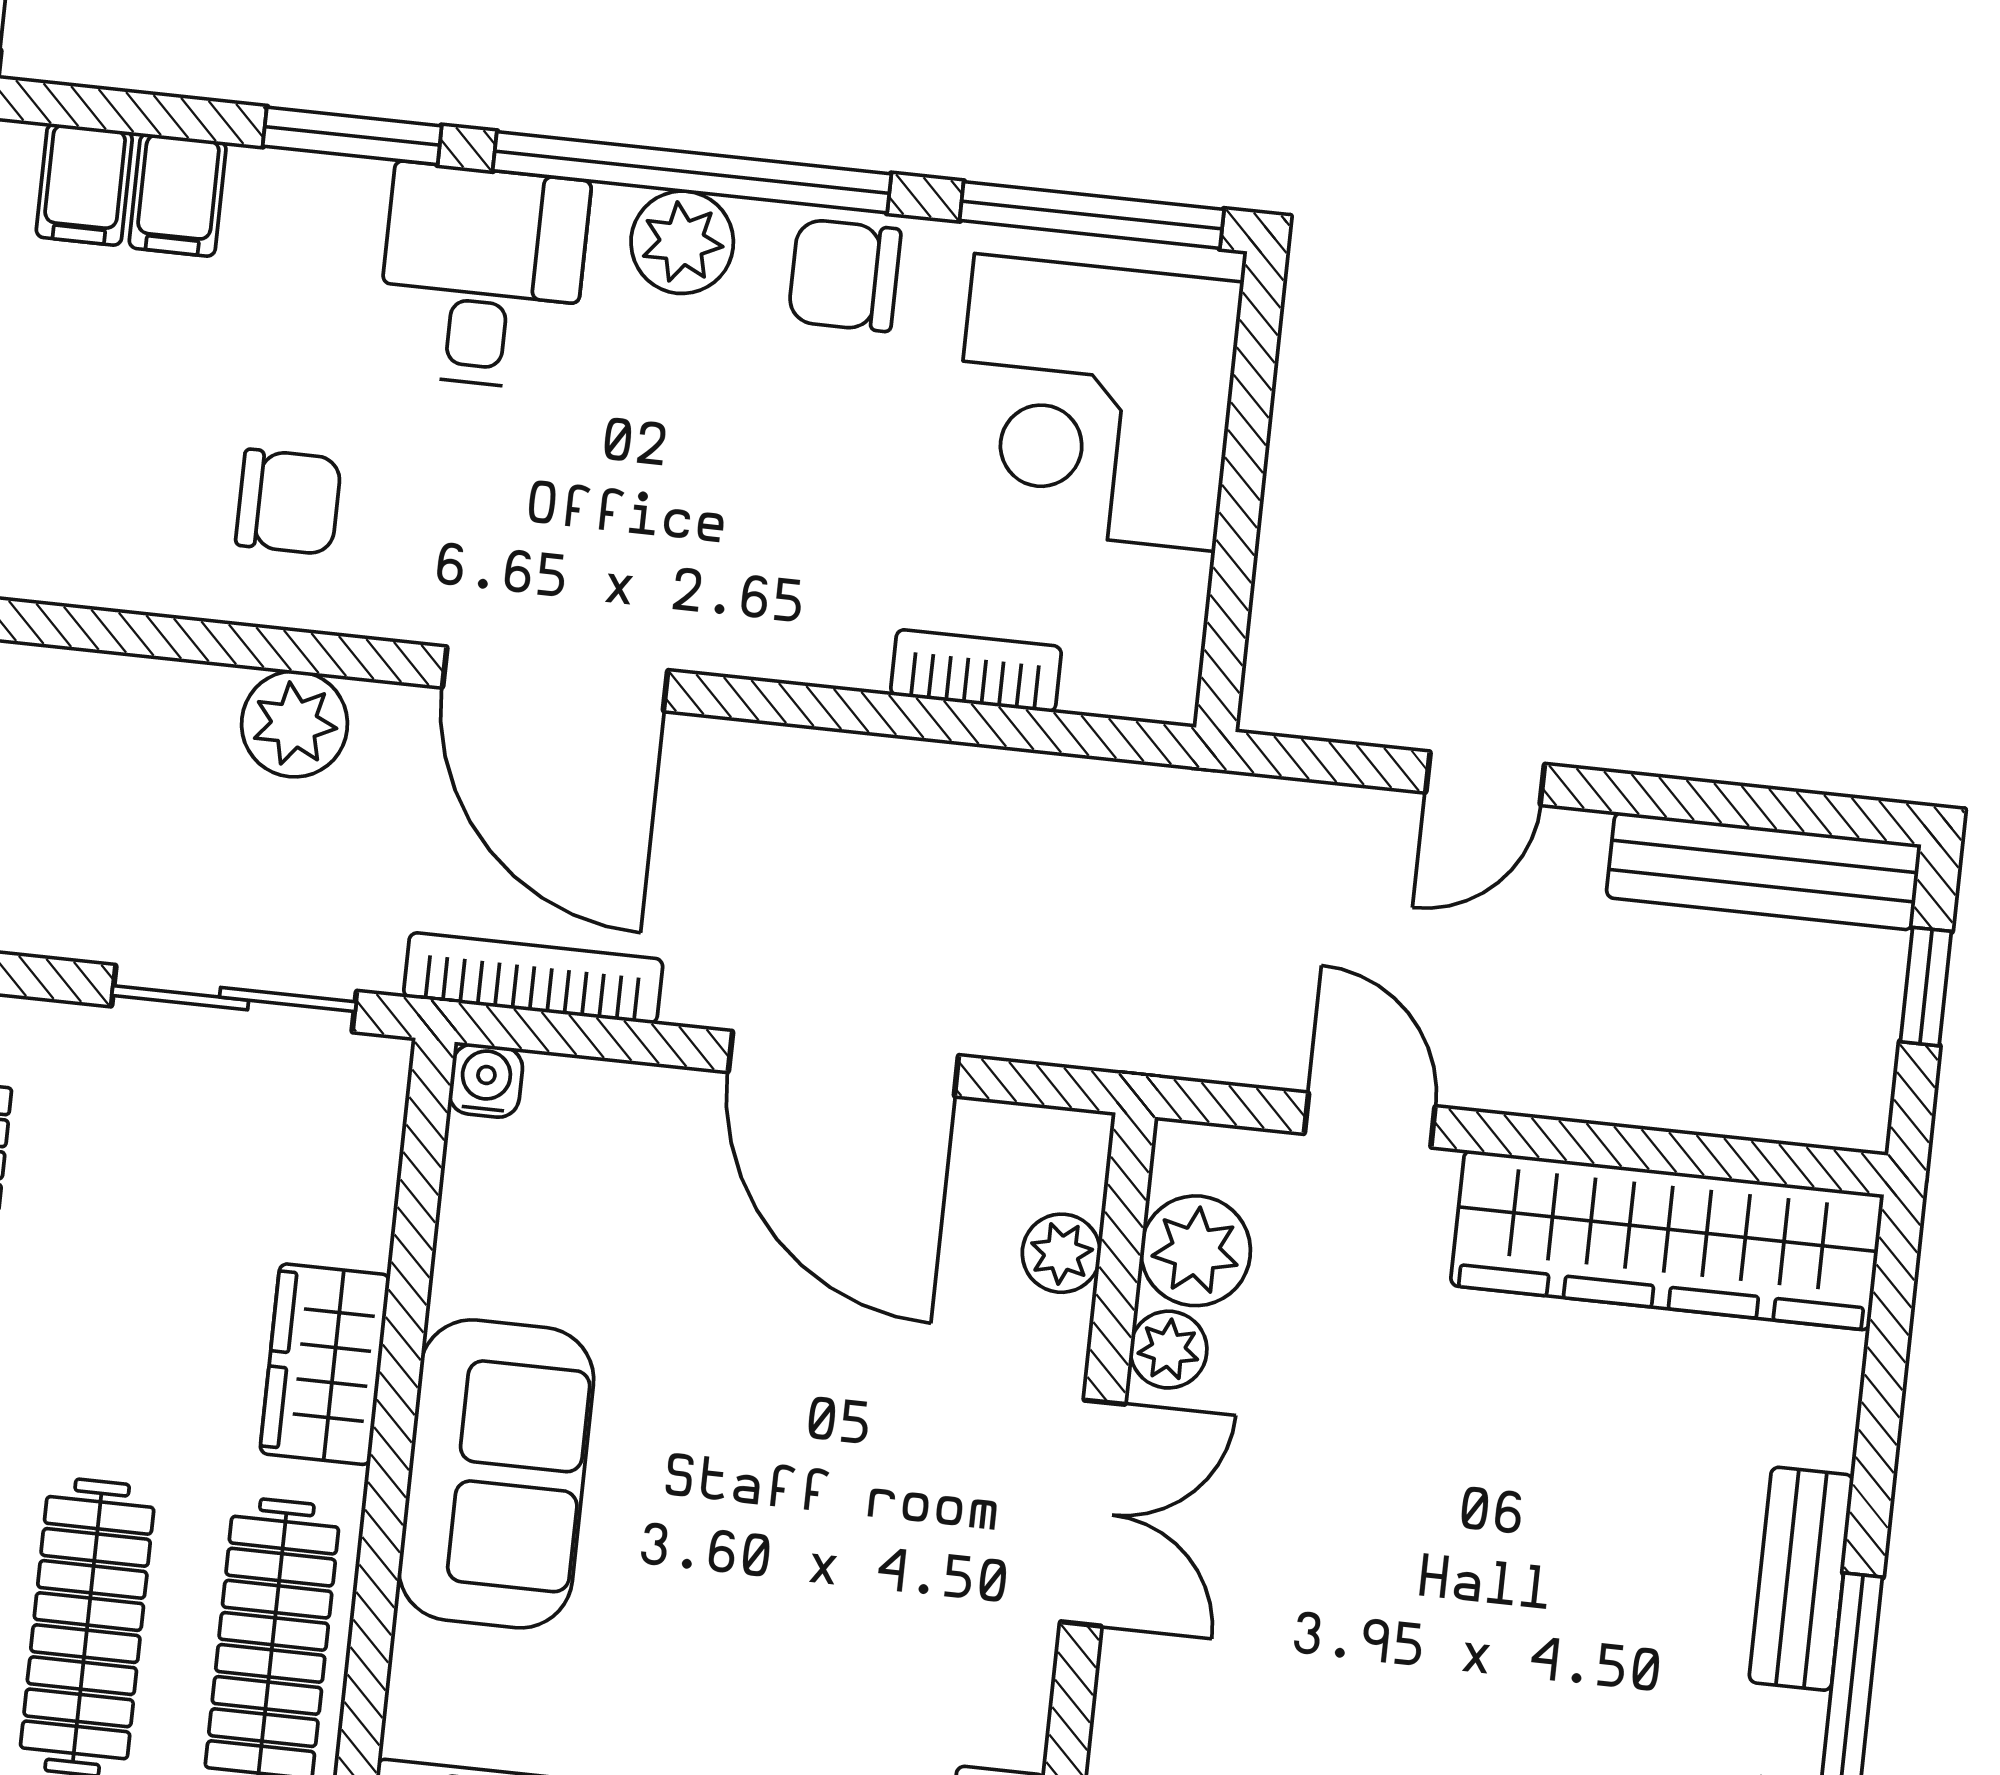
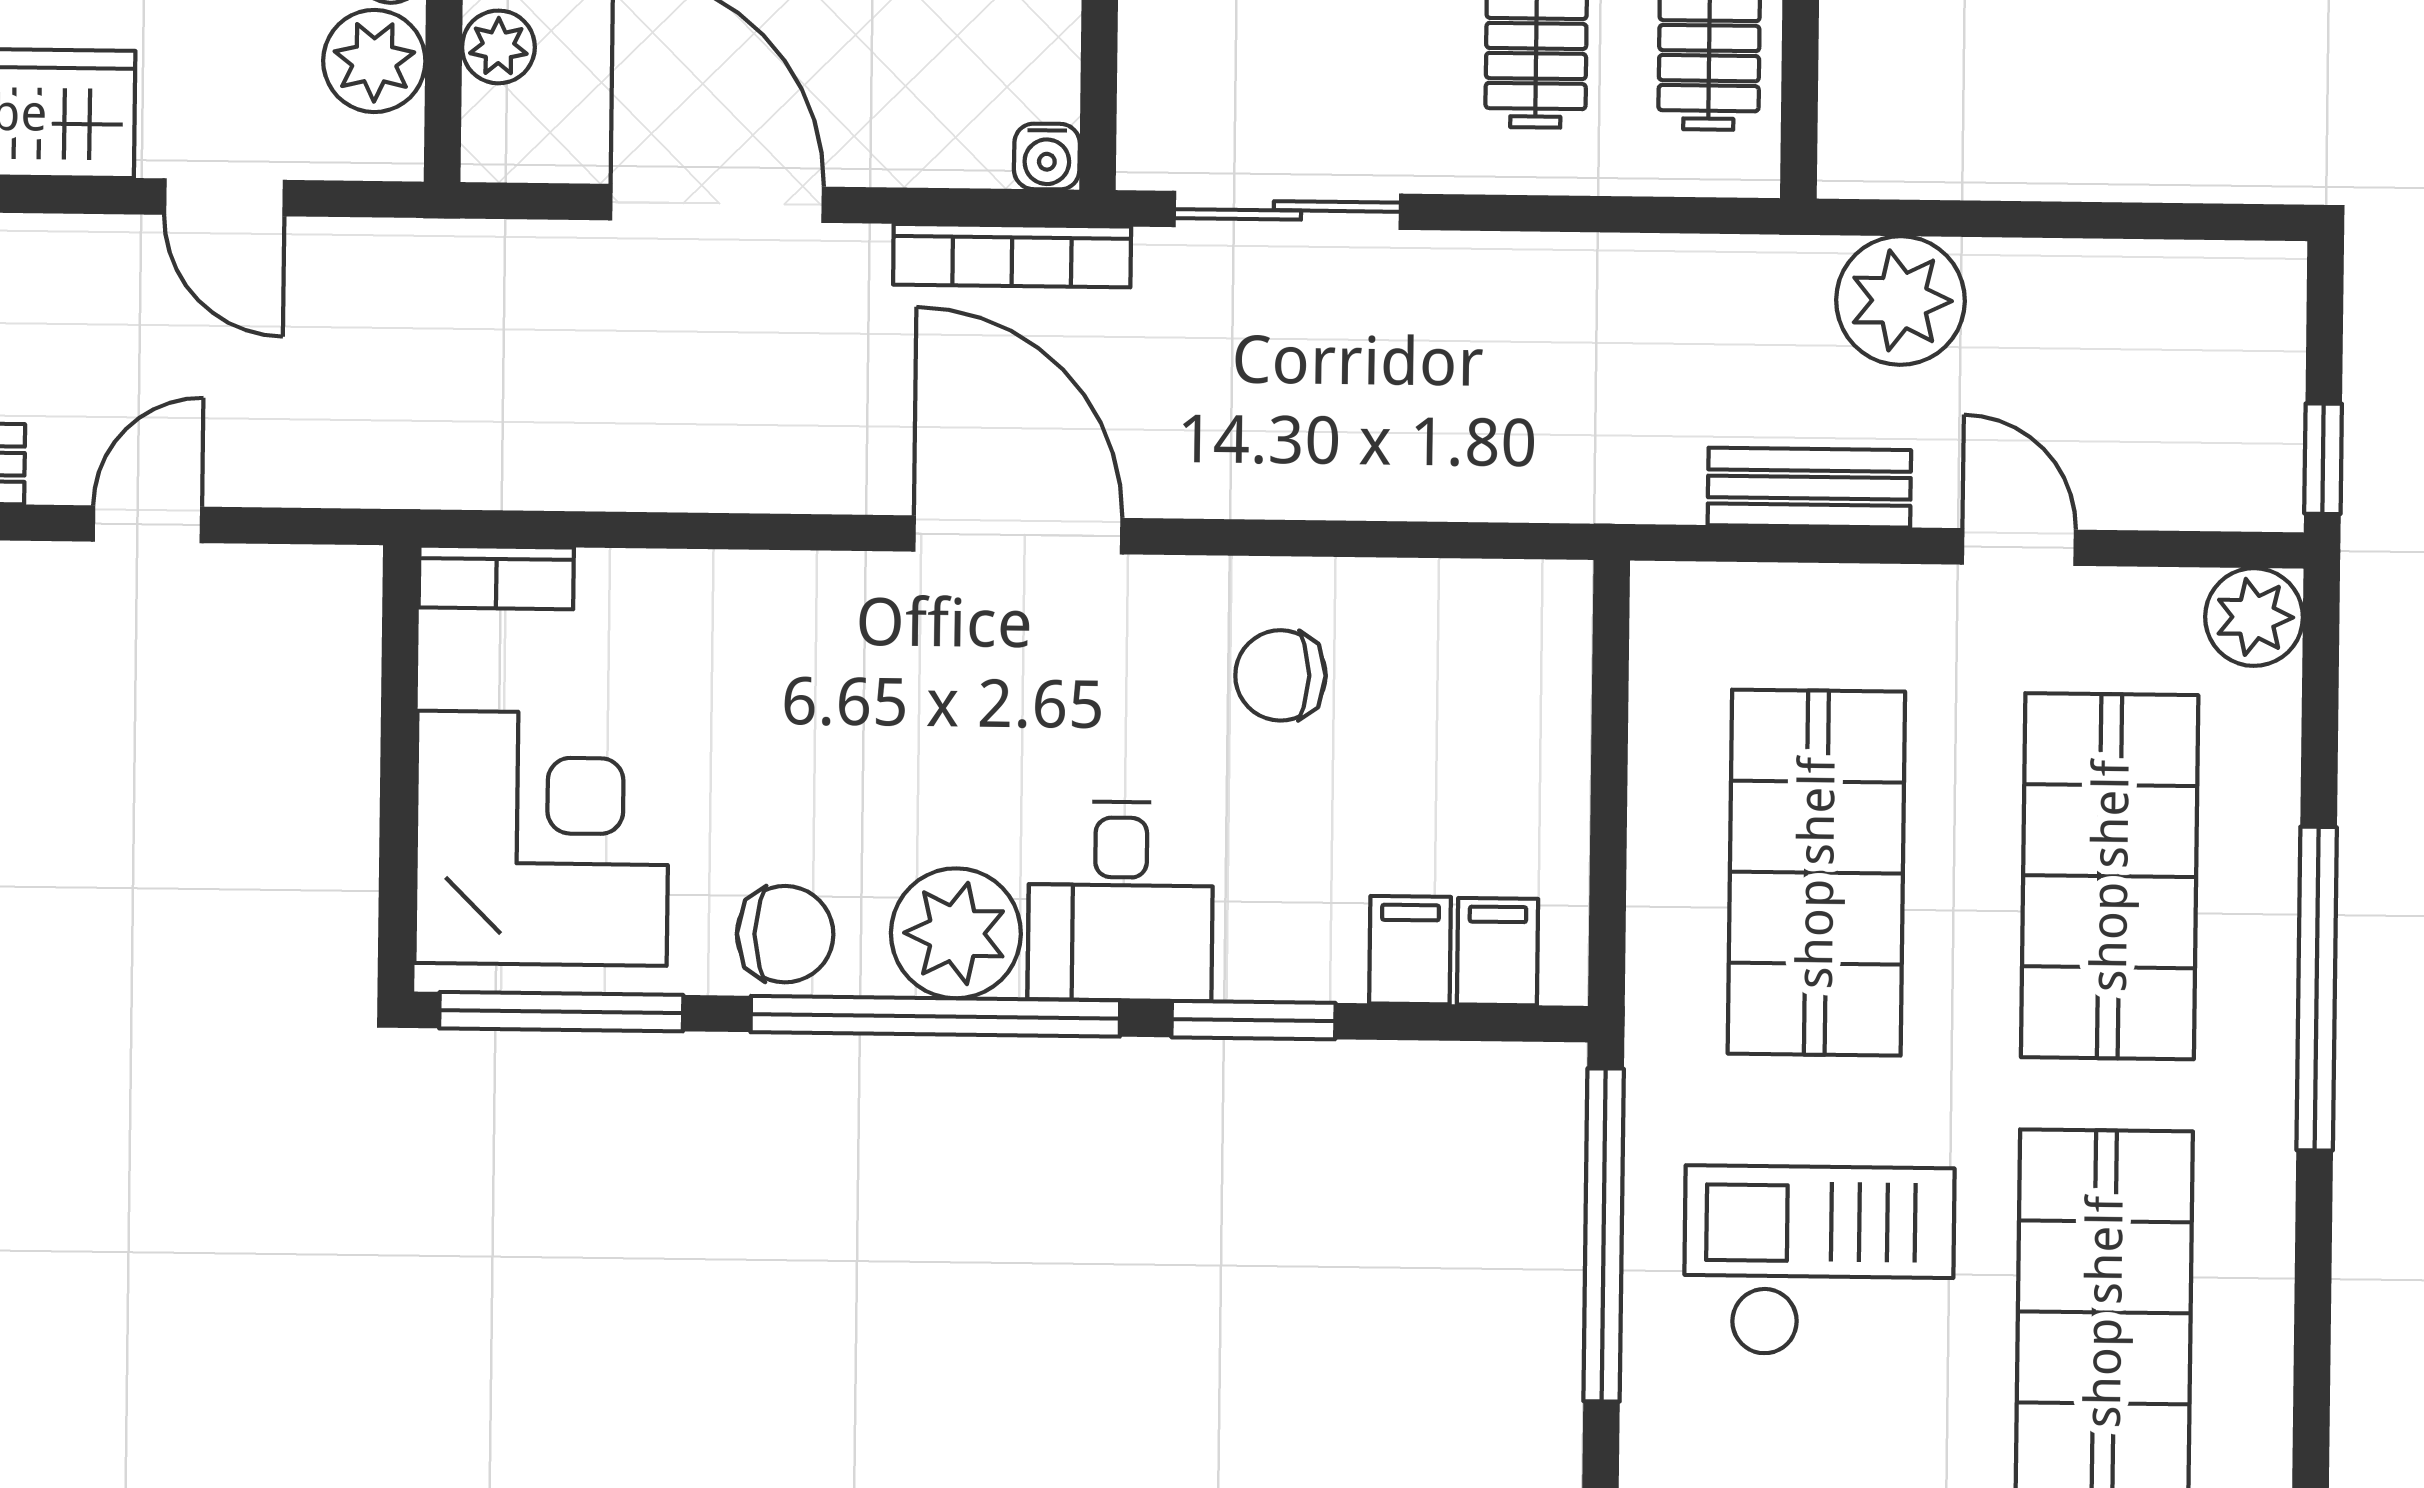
plant: (682, 242) -> (956, 933), width x1.36, depth x1.36
bookcase: (976, 671) -> (496, 578), moved
plant: (295, 724) -> (1255, 470), removed

